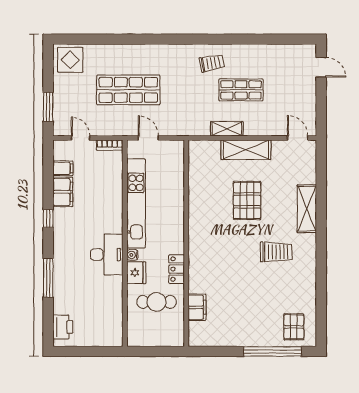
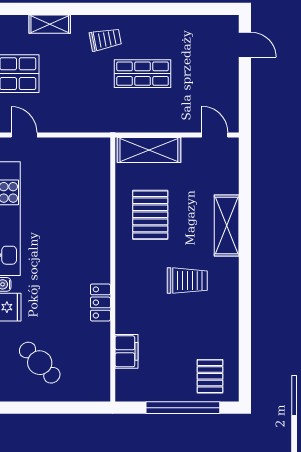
shelving: (227, 129) -> (50, 24), moved
wall: (186, 243) -> (113, 269), moved
locker: (177, 269) -> (100, 302), moved
cafe table: (156, 302) -> (40, 363), moved, turned 46
filing cabinet: (197, 307) -> (126, 351), moved

